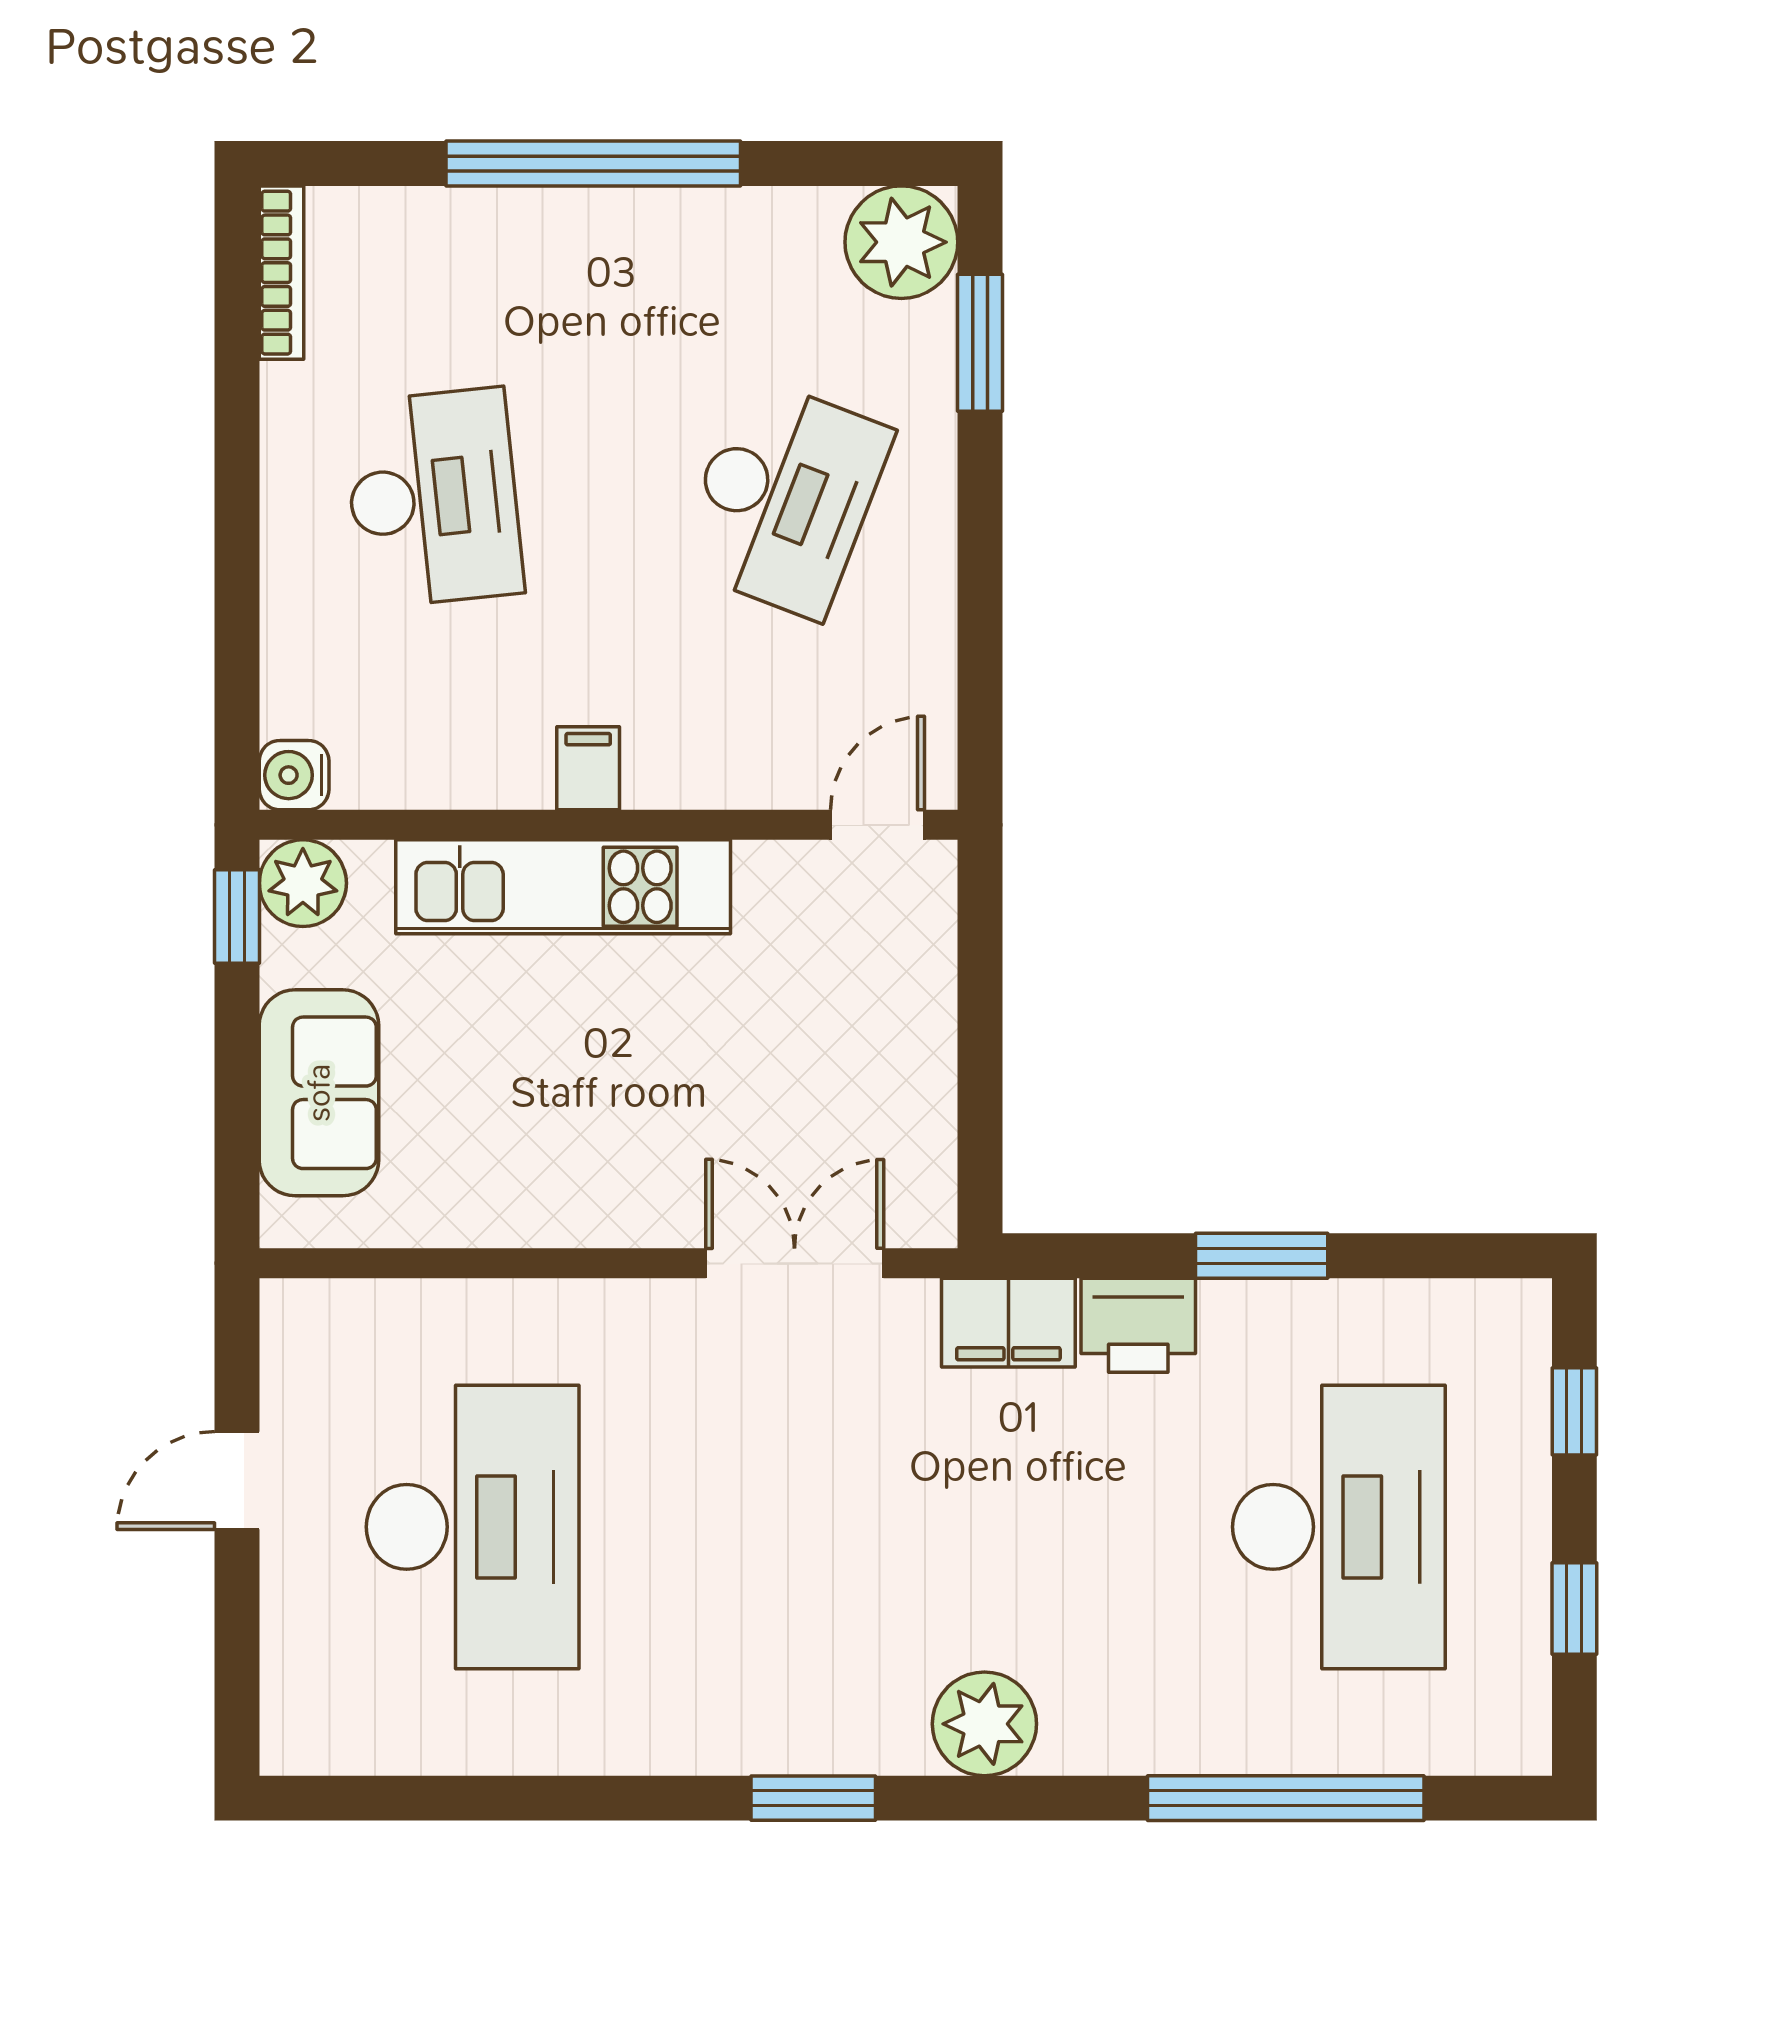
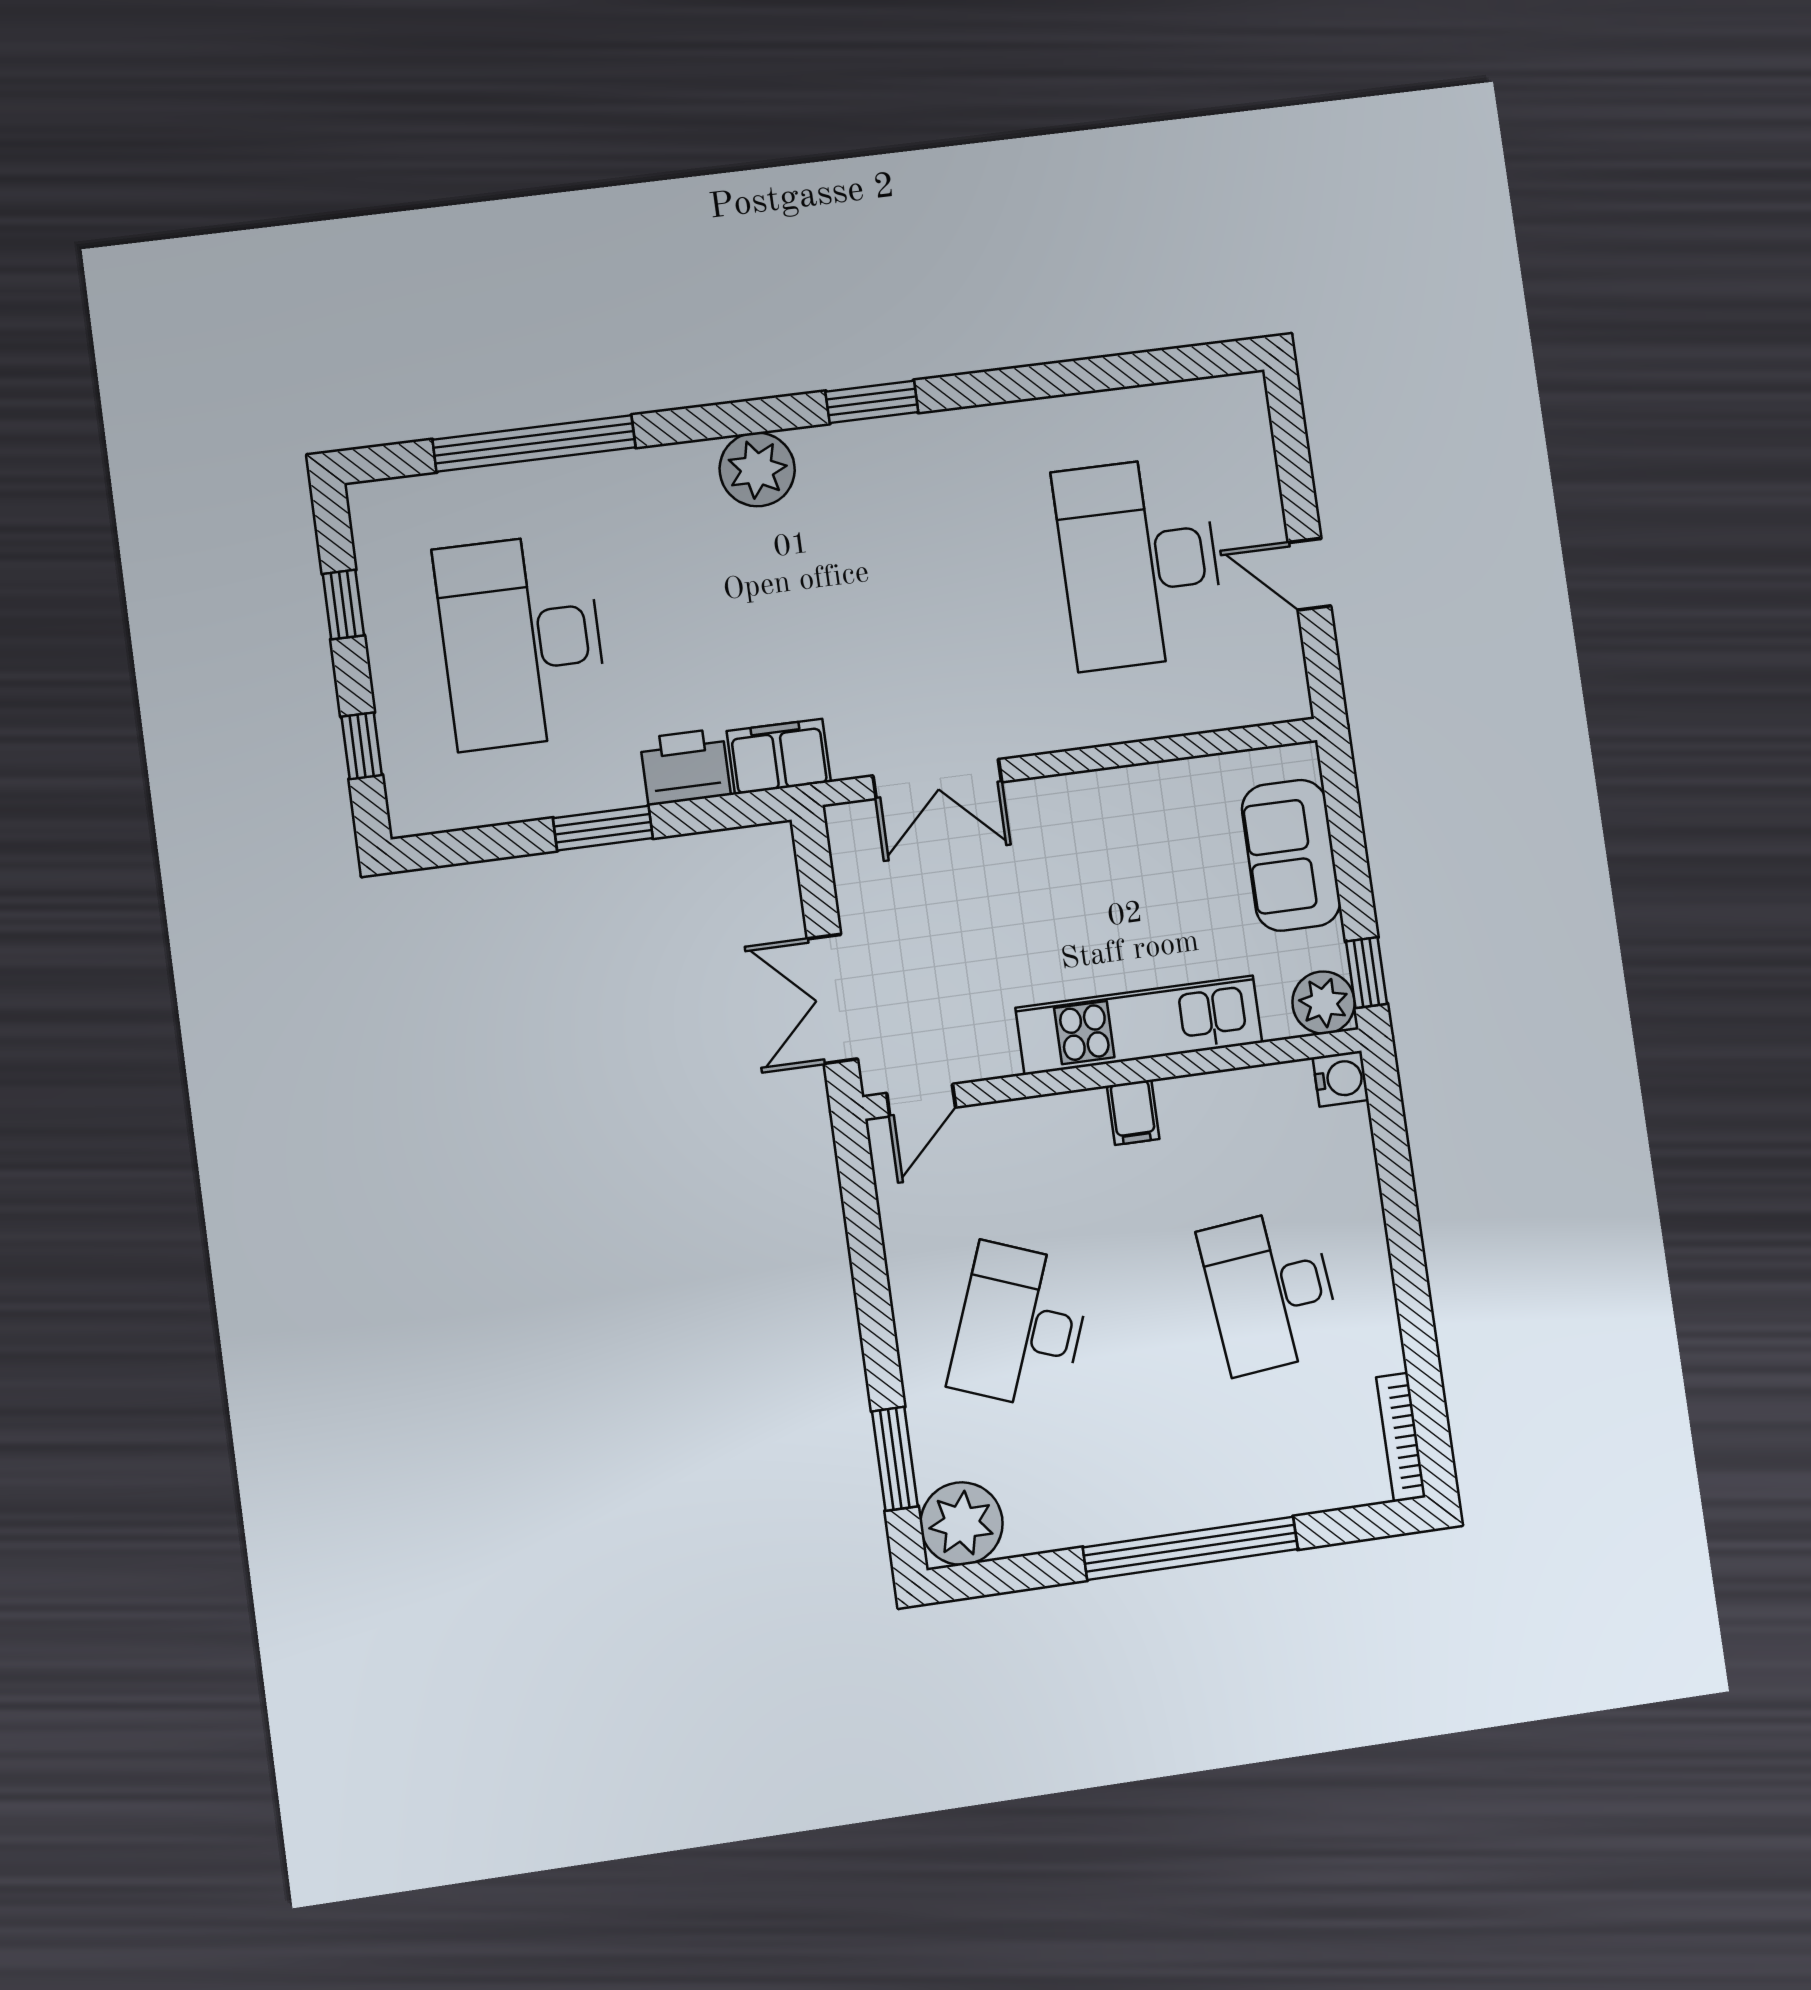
double door: (980, 980) -> (832, 999), added
door: (237, 1481) -> (1309, 574), swing flipped

